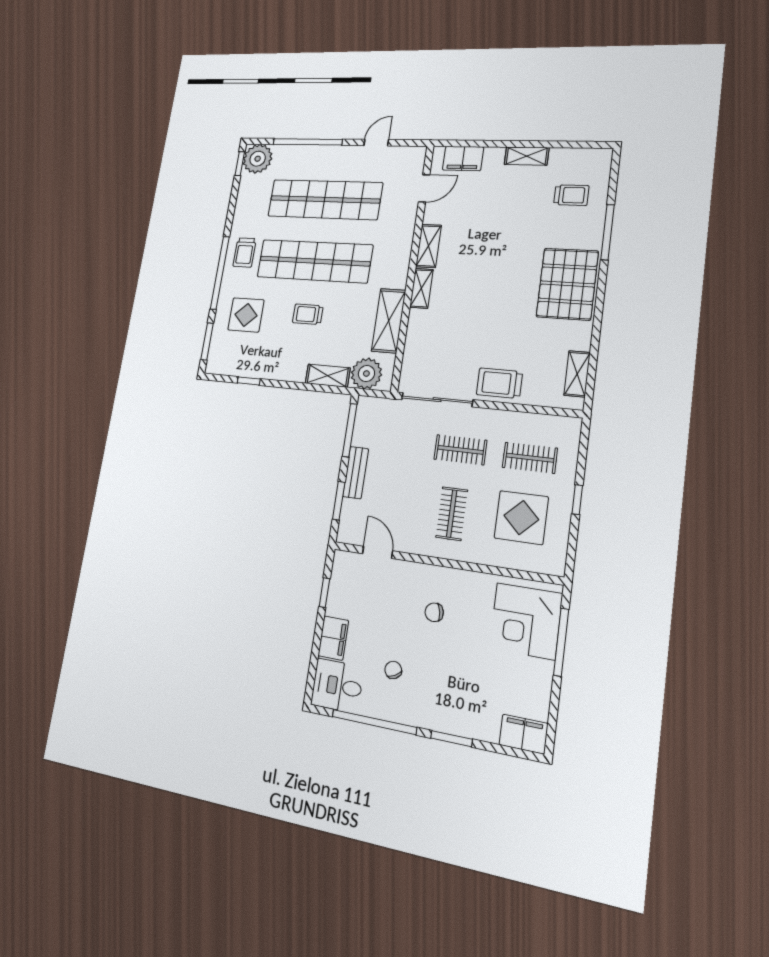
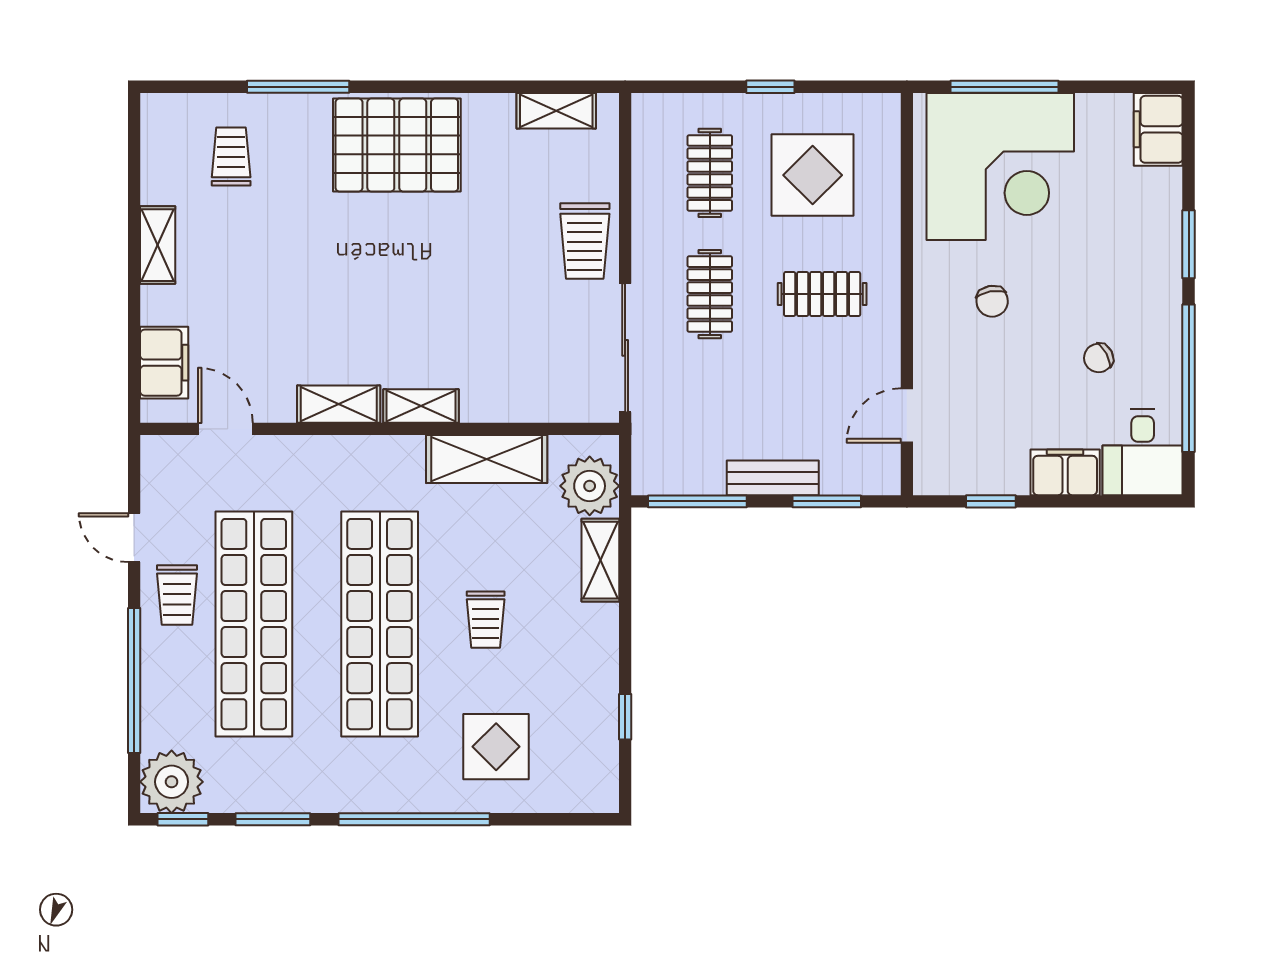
trolley: (245, 252) -> (177, 595), moved, turned 90
window: (207, 341) -> (273, 819), moved
corner desk: (526, 621) -> (1000, 166), width x1.36, depth x1.36

